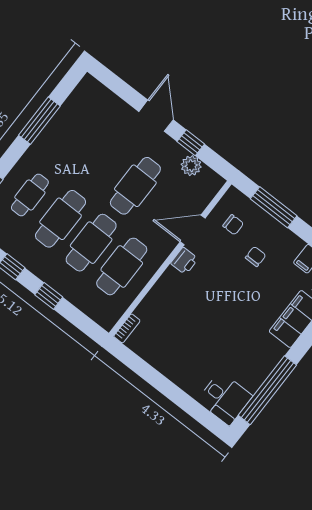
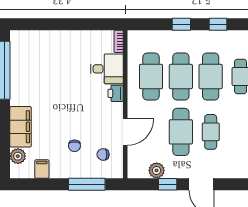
cafe table: (105, 162) -> (211, 132), added
printer: (184, 261) -> (116, 93), moved
desk: (225, 398) -> (107, 69), moved, turned 180

